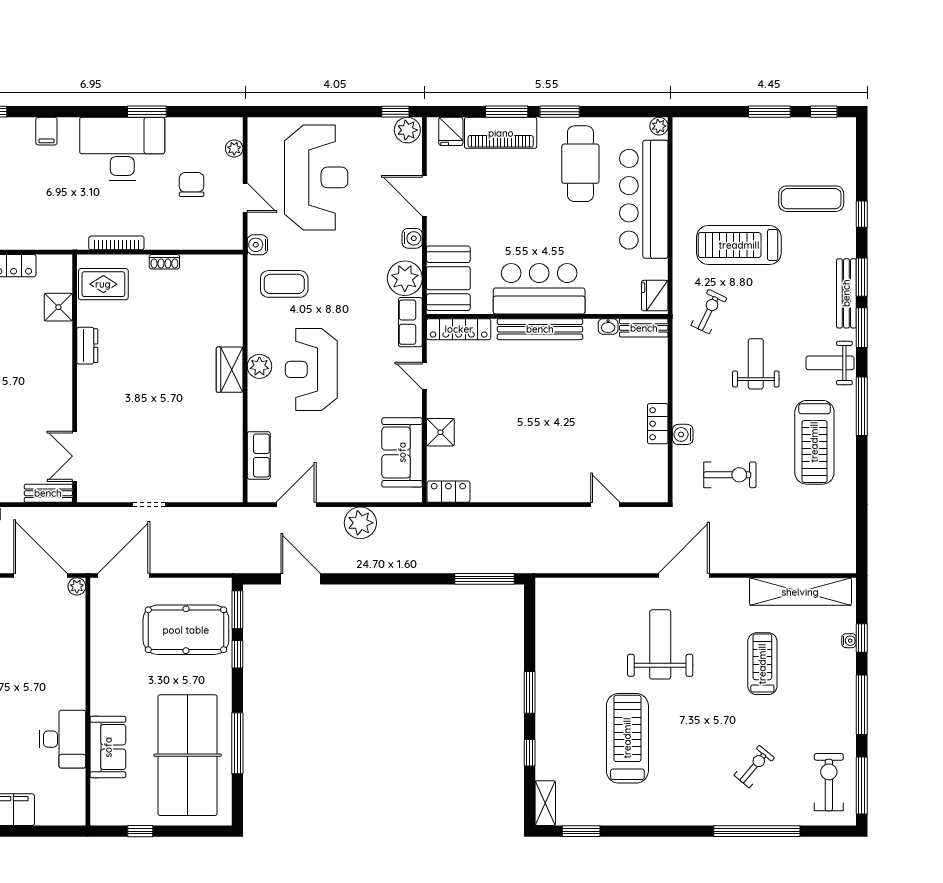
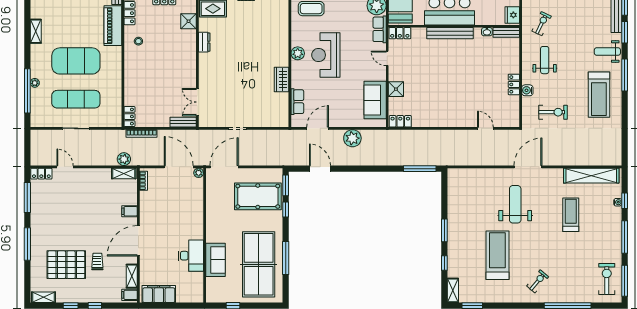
locker: (459, 329) -> (400, 33), width x0.66
weight bench: (756, 364) -> (545, 60), moved
wardrobe: (230, 370) -> (281, 79), moved
exercise bike: (754, 767) -> (538, 281), moved

